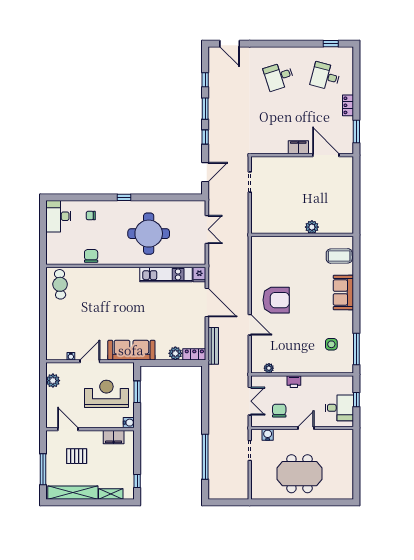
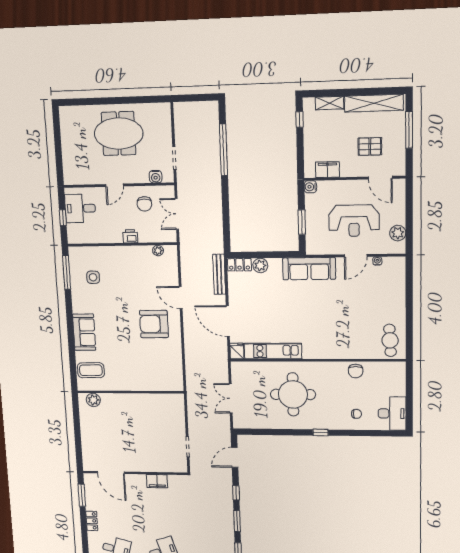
filing cabinet: (298, 147) -> (157, 481), moved
plant: (312, 227) -> (93, 400), moved
reception desk: (106, 394) -> (354, 221), moved

